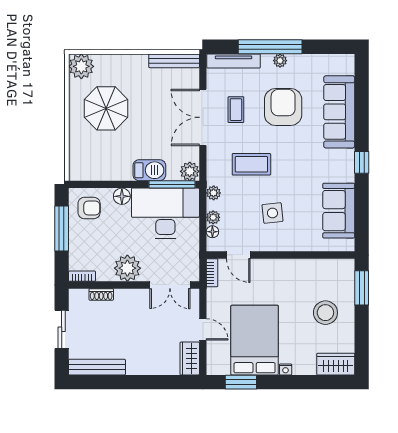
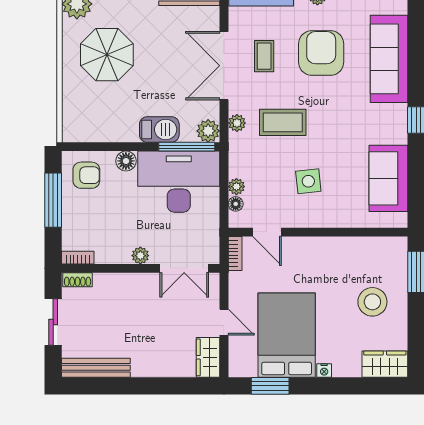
plant: (214, 193) -> (237, 123), moved
plant: (127, 268) -> (140, 256), width x0.53, depth x0.53
shoe rack: (101, 294) -> (78, 280), moved

